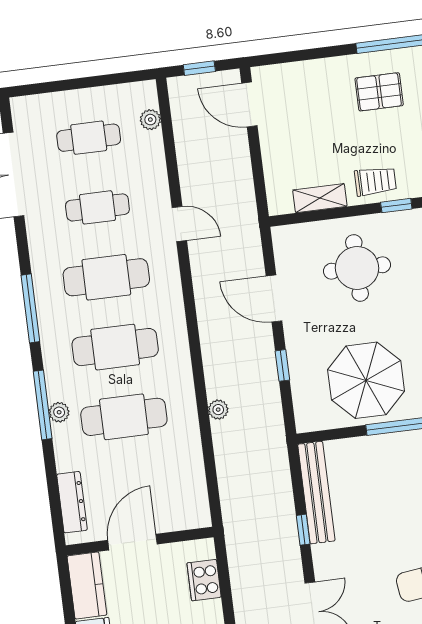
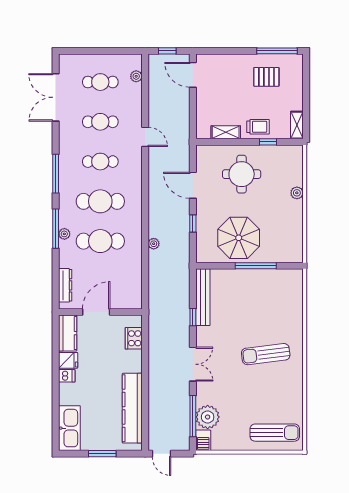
cafe table: (106, 277) -> (100, 162), width x0.73, depth x0.74

